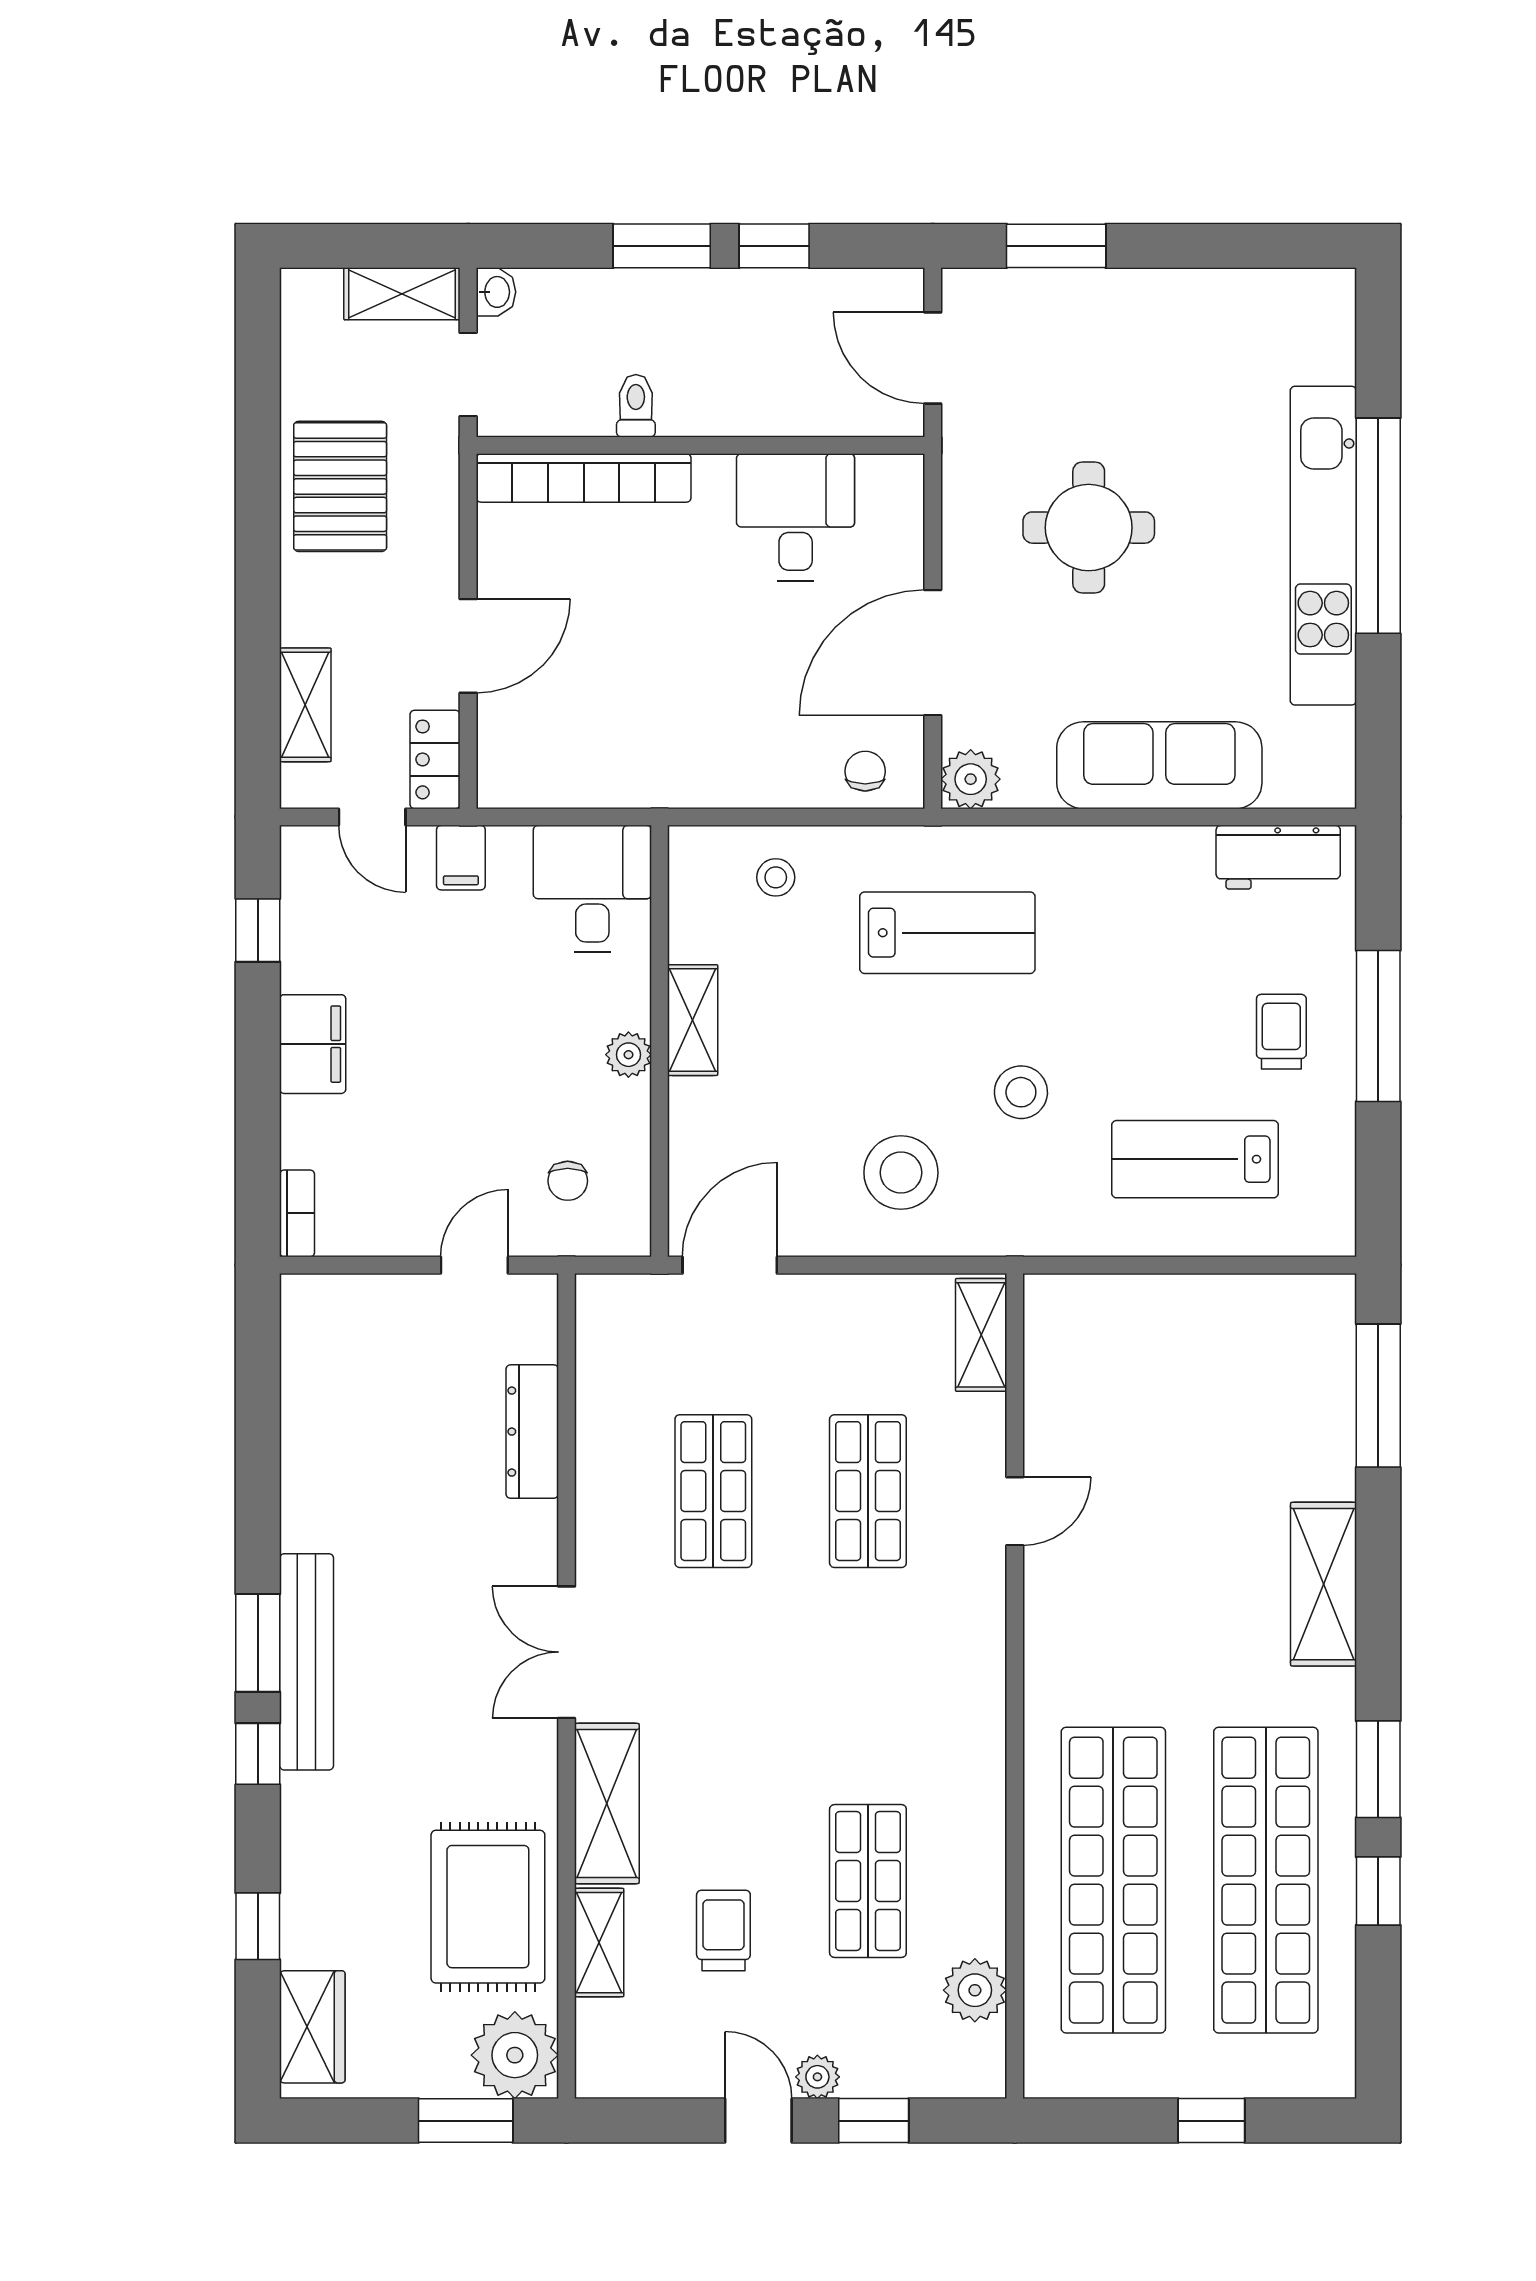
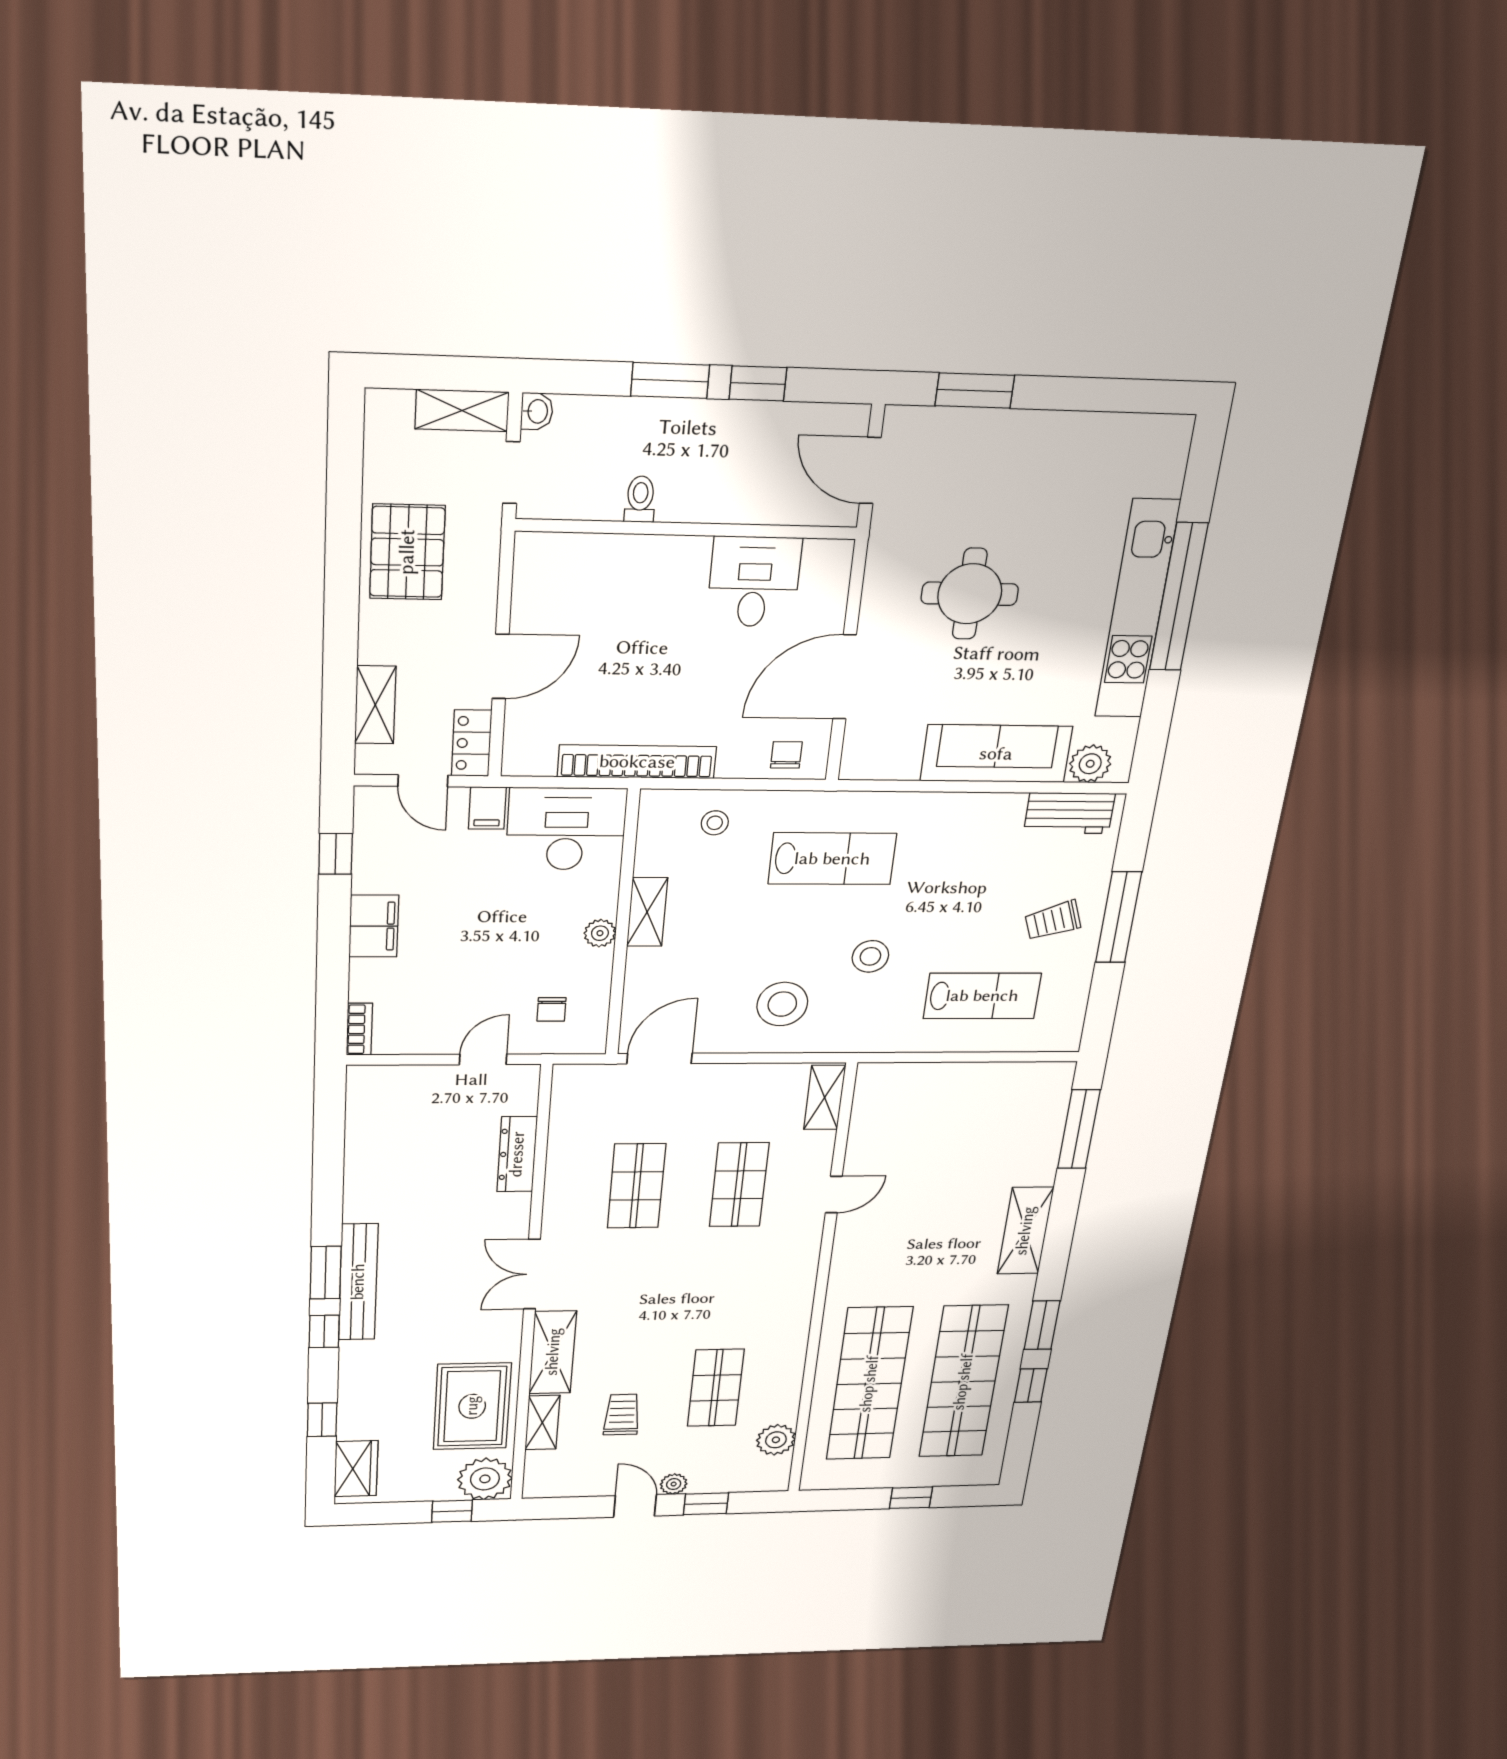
bookcase: (584, 478) -> (637, 762), moved, turned 180
plant: (971, 779) -> (1090, 764), moved
desk: (592, 889) -> (566, 829), width x1.37
trolley: (1281, 1032) -> (1053, 920), turned -109
lab bench: (1195, 1159) -> (982, 996), turned 180
window: (466, 2121) -> (452, 1511), width x0.67

